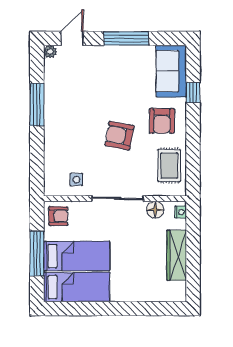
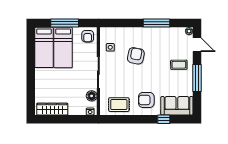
coffee table: (105, 68) -> (179, 65), added
armchair: (119, 136) -> (136, 56), moved
wardrobe: (177, 255) -> (52, 109), moved

